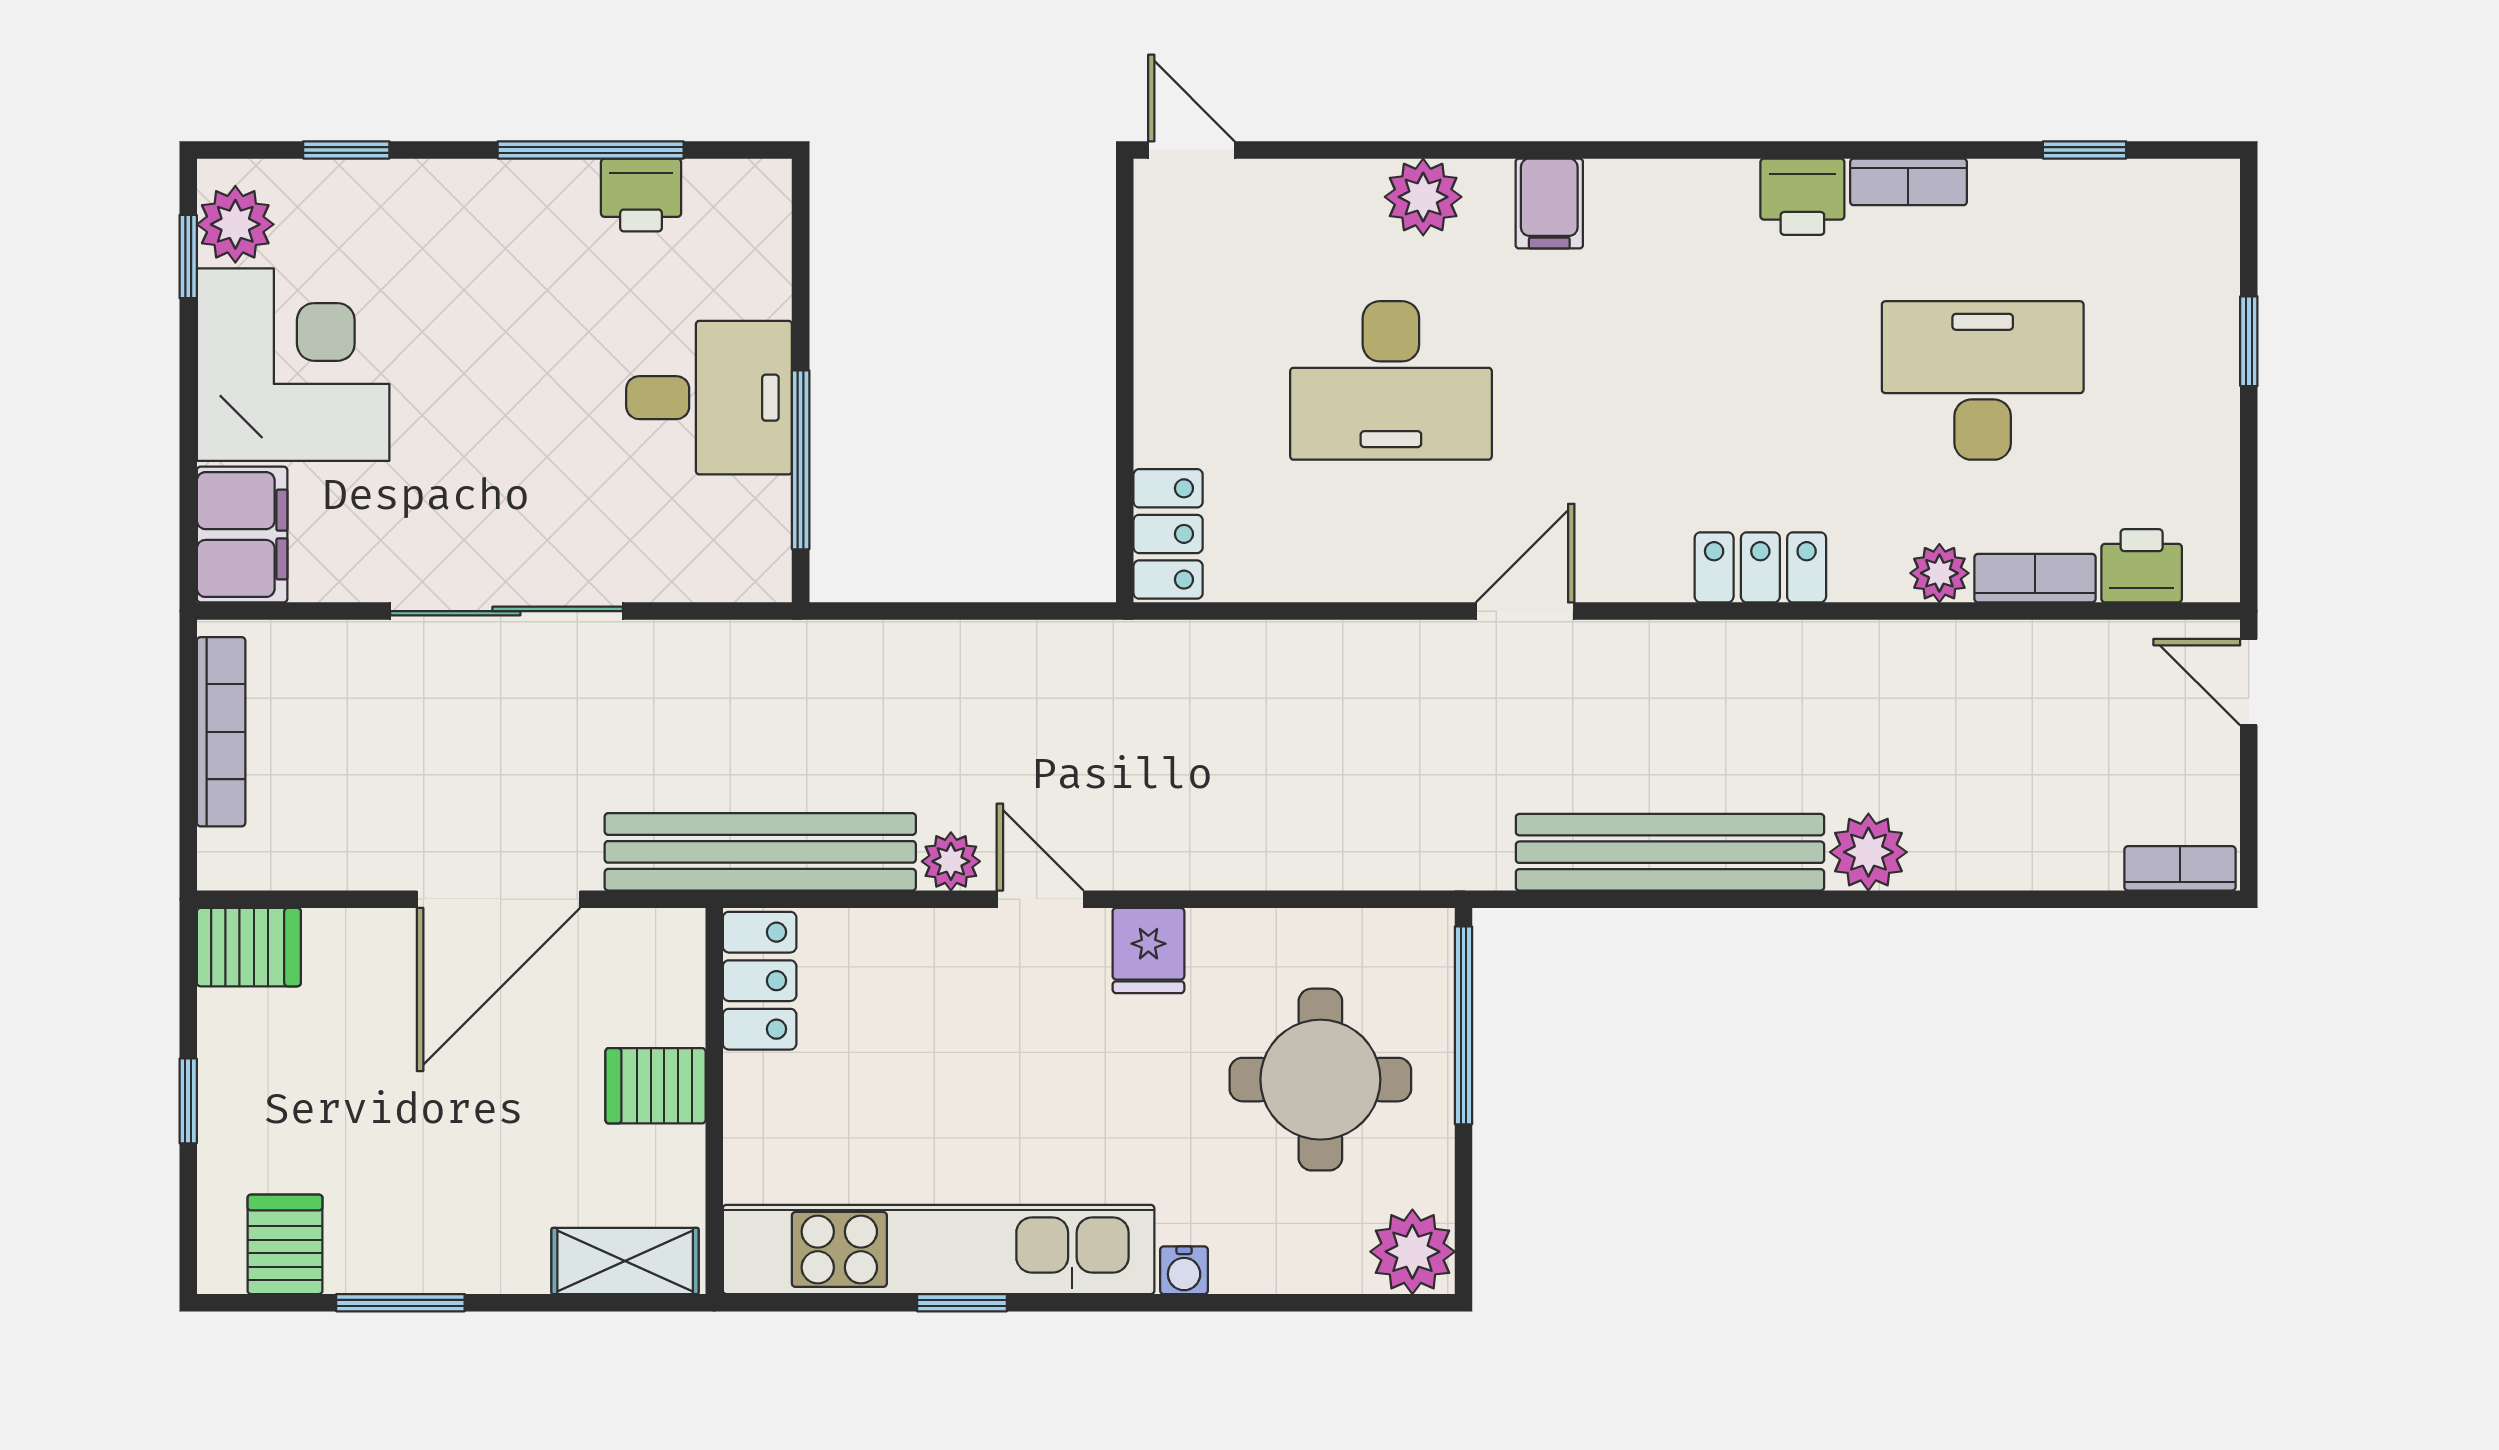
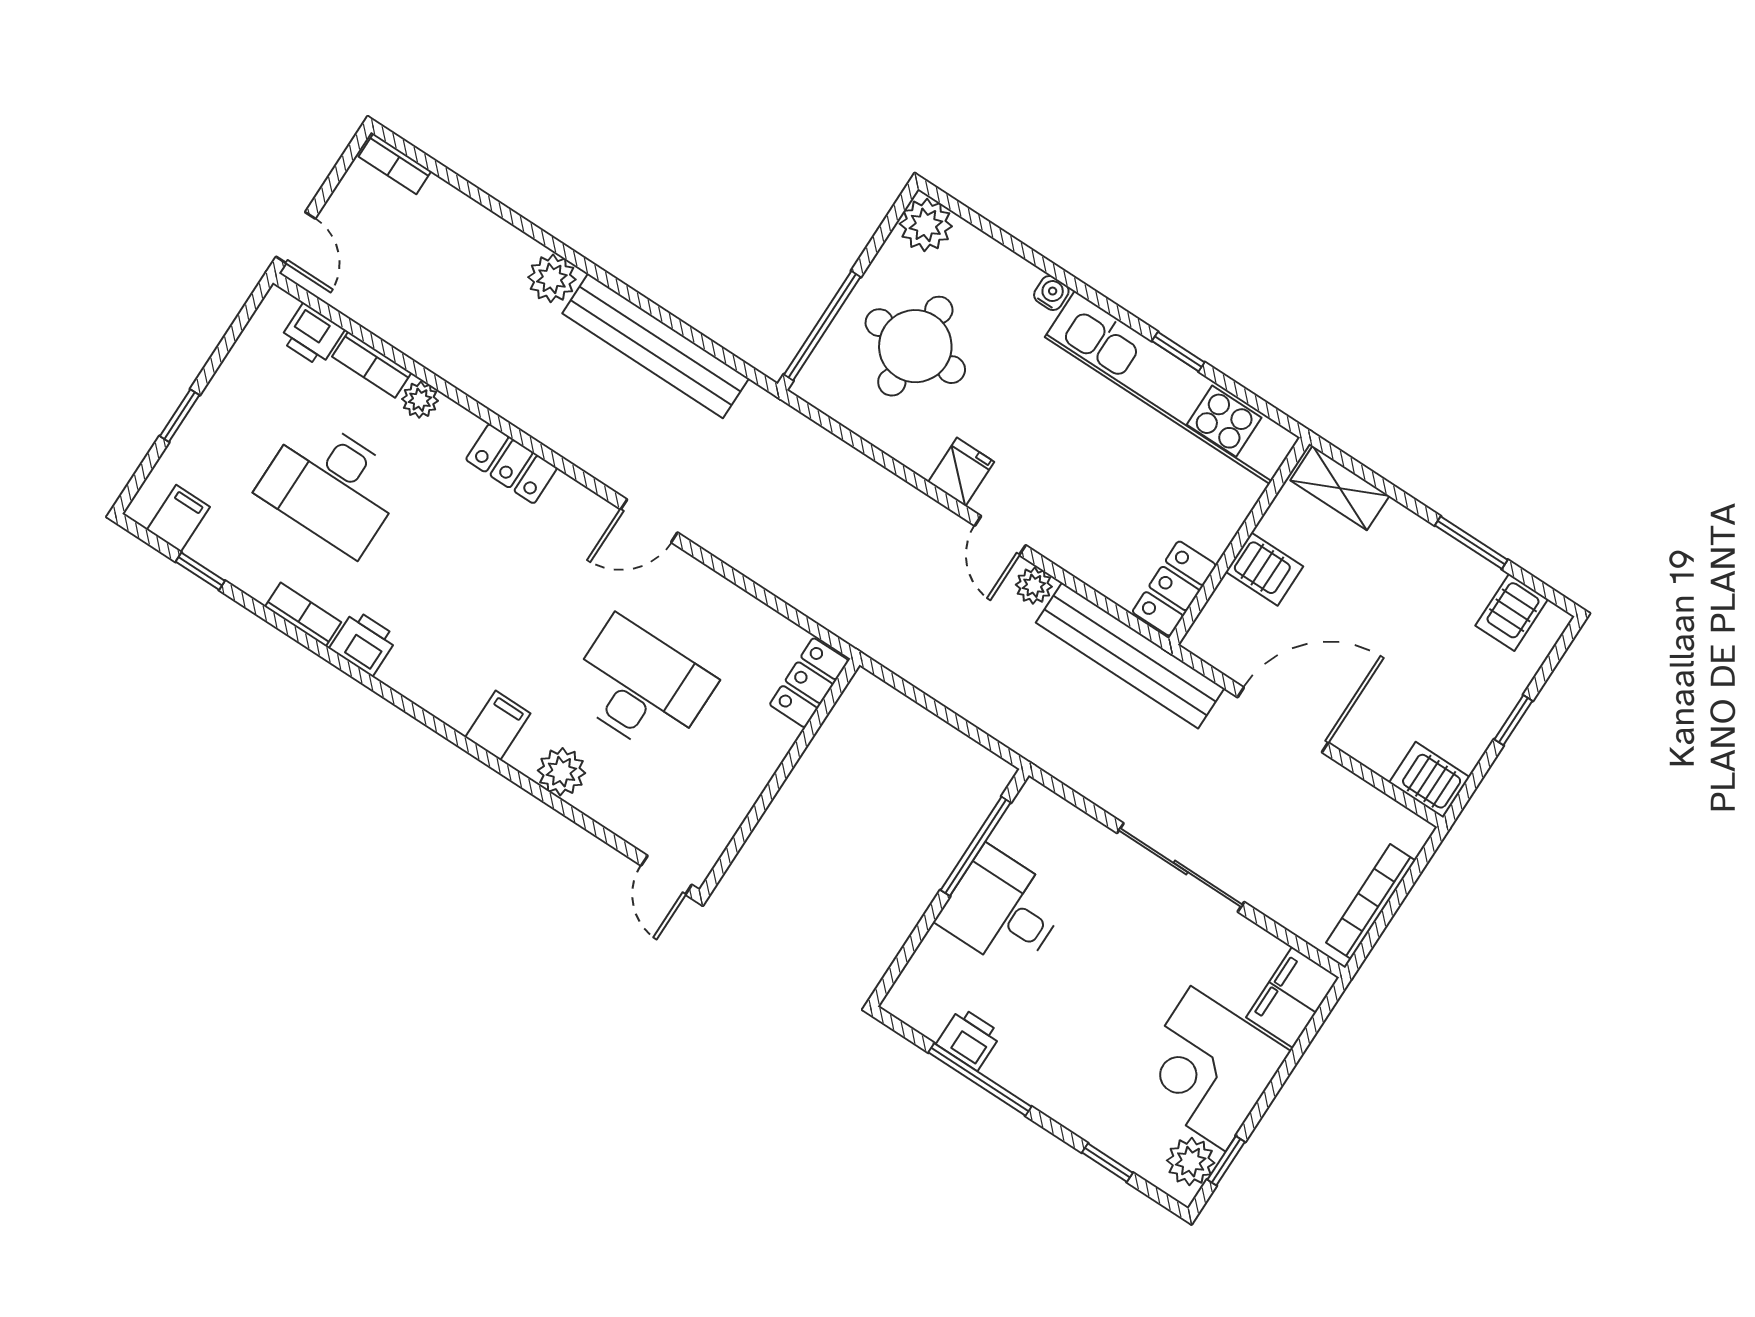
filing cabinet: (2160, 202) -> (178, 518), added

